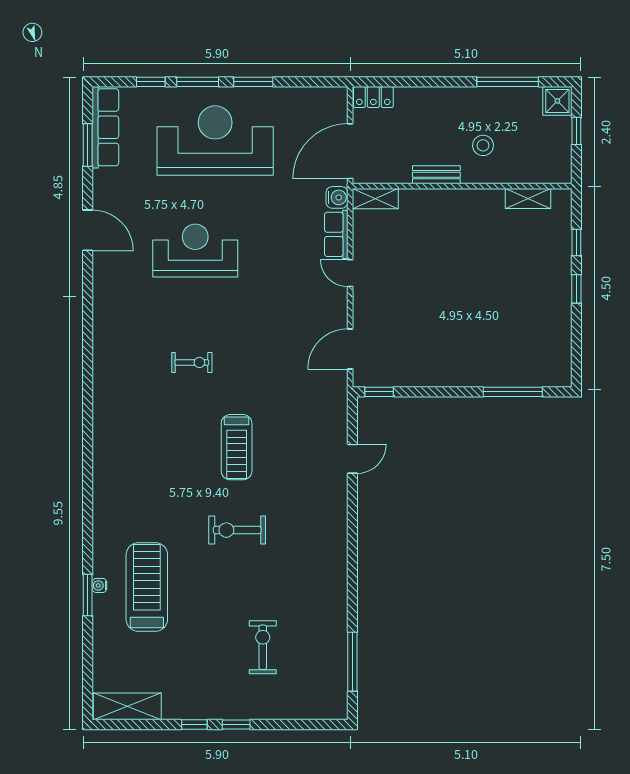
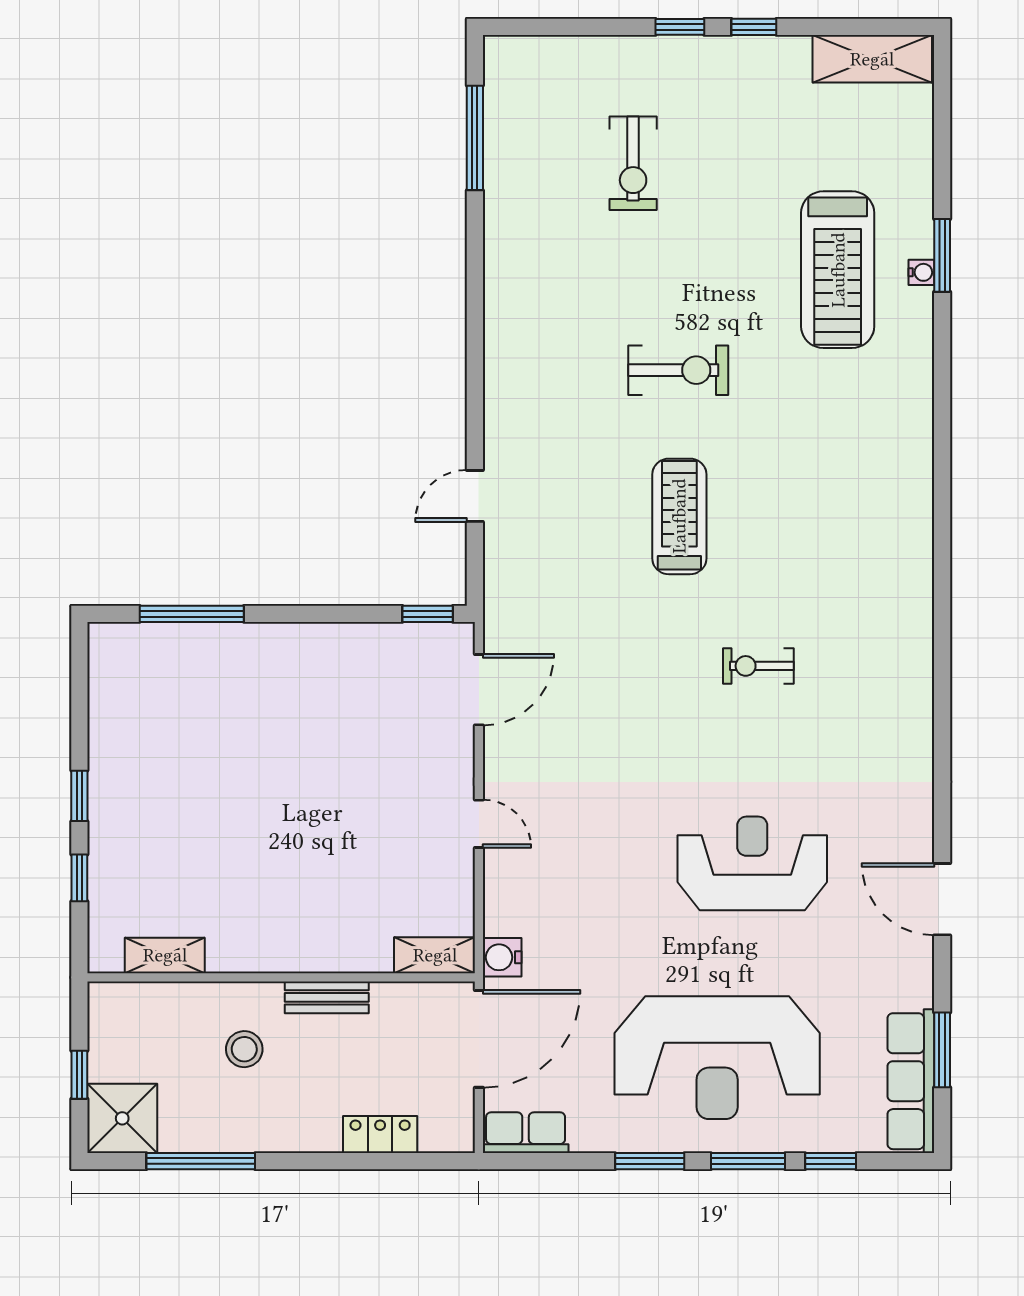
locker: (373, 97) -> (380, 1134), moved
shower: (557, 101) -> (122, 1118), width x1.36, depth x1.36
row of seats: (336, 234) -> (526, 1133), moved, turned -90
reception desk: (195, 251) -> (752, 863), turned 180

